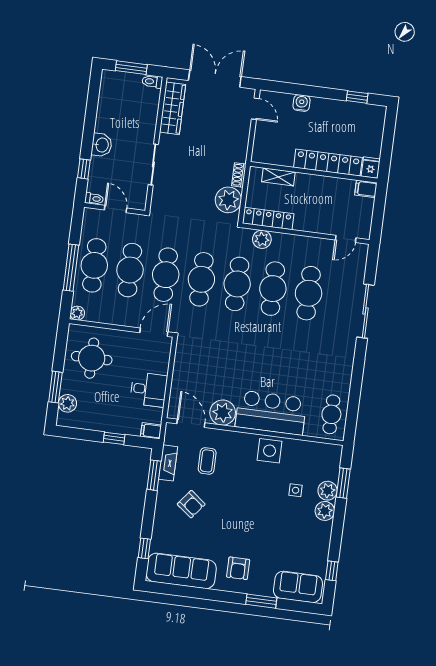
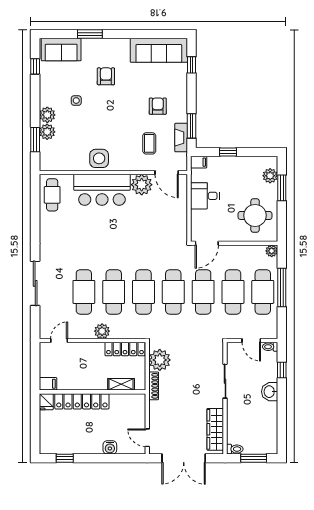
shoe rack: (239, 175) -> (154, 386), width x1.43
plant: (262, 239) -> (102, 331), moved
side table: (296, 490) -> (76, 101), moved
armchair: (191, 504) -> (158, 106), turned 52
armchair: (238, 568) -> (106, 76), moved

